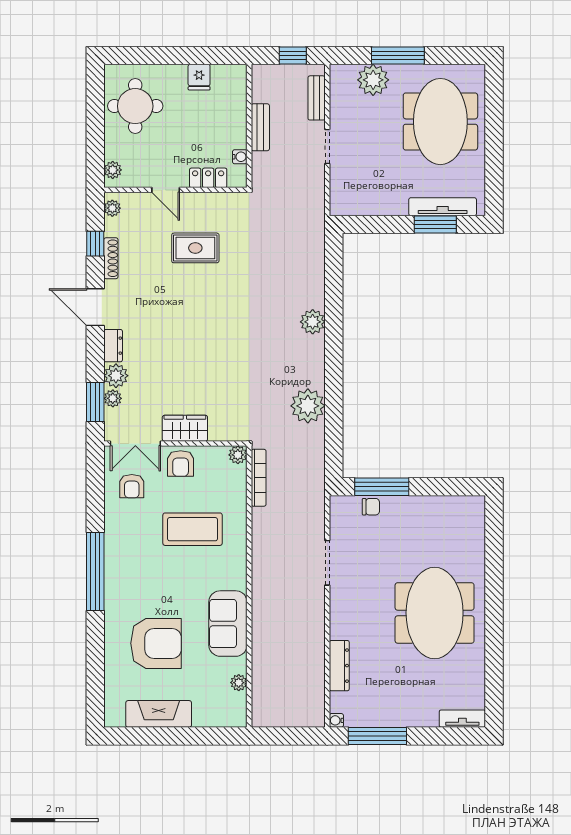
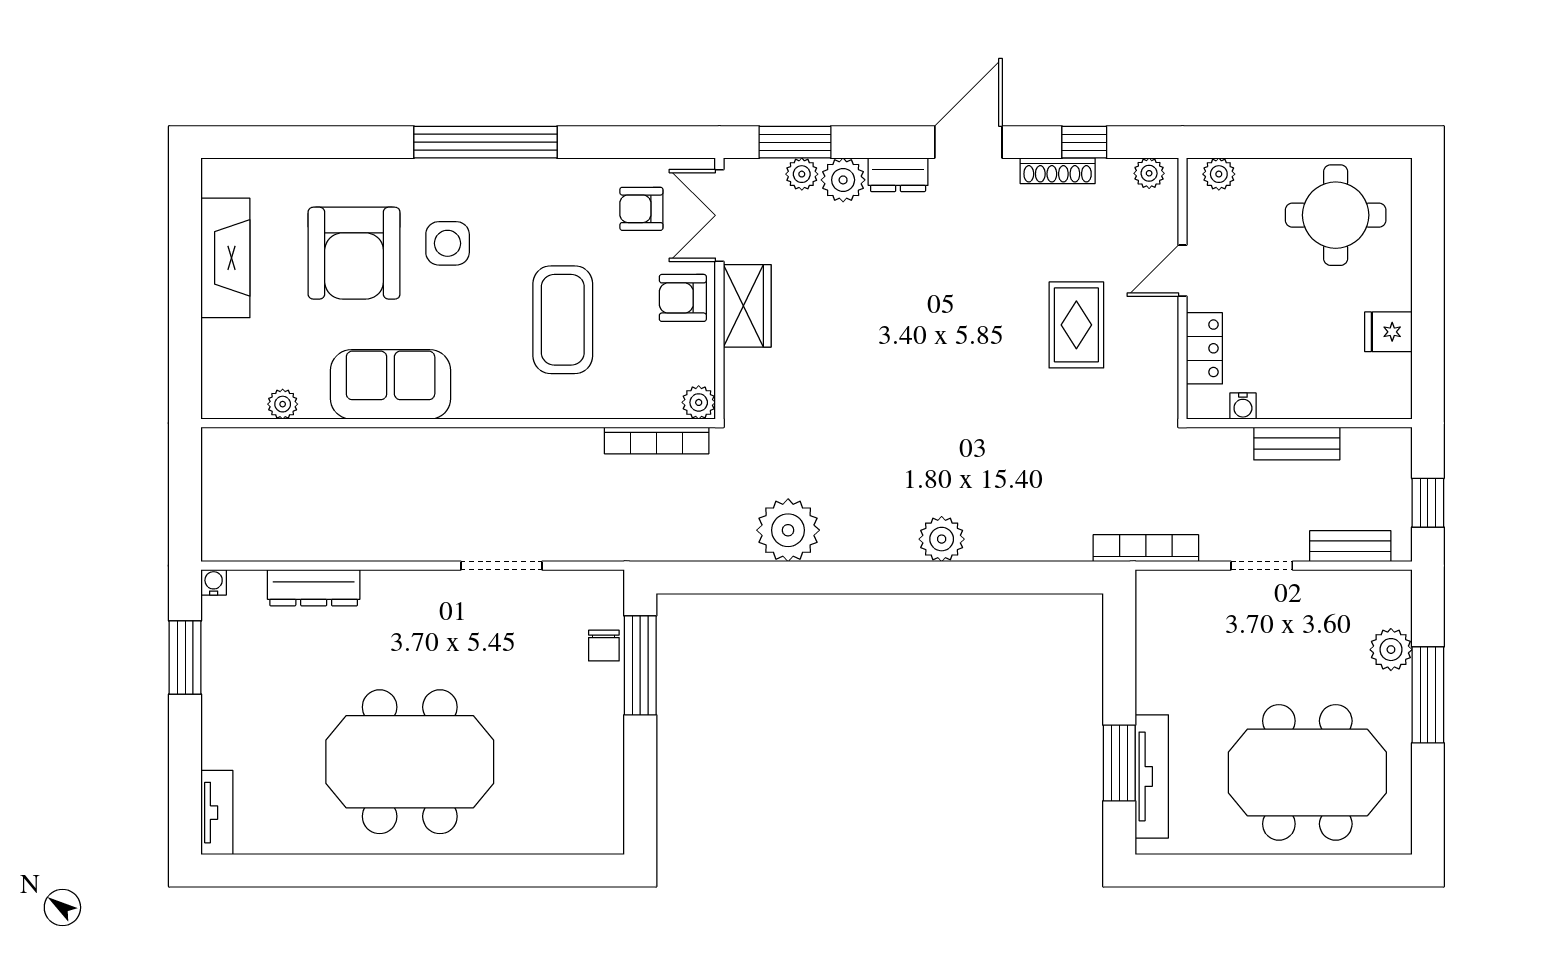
plant: (373, 80) -> (1391, 650), width x0.73, depth x0.73
bookcase: (318, 210) -> (1146, 548), added
side table: (151, 592) -> (448, 243), added
window: (377, 736) -> (185, 657), width x0.69

